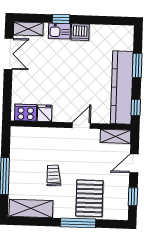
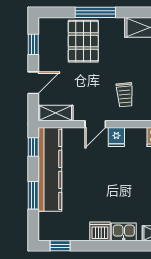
window: (61, 19) -> (60, 246), moved
fridge: (45, 113) -> (116, 137), moved
trolley: (53, 175) -> (125, 95), moved

